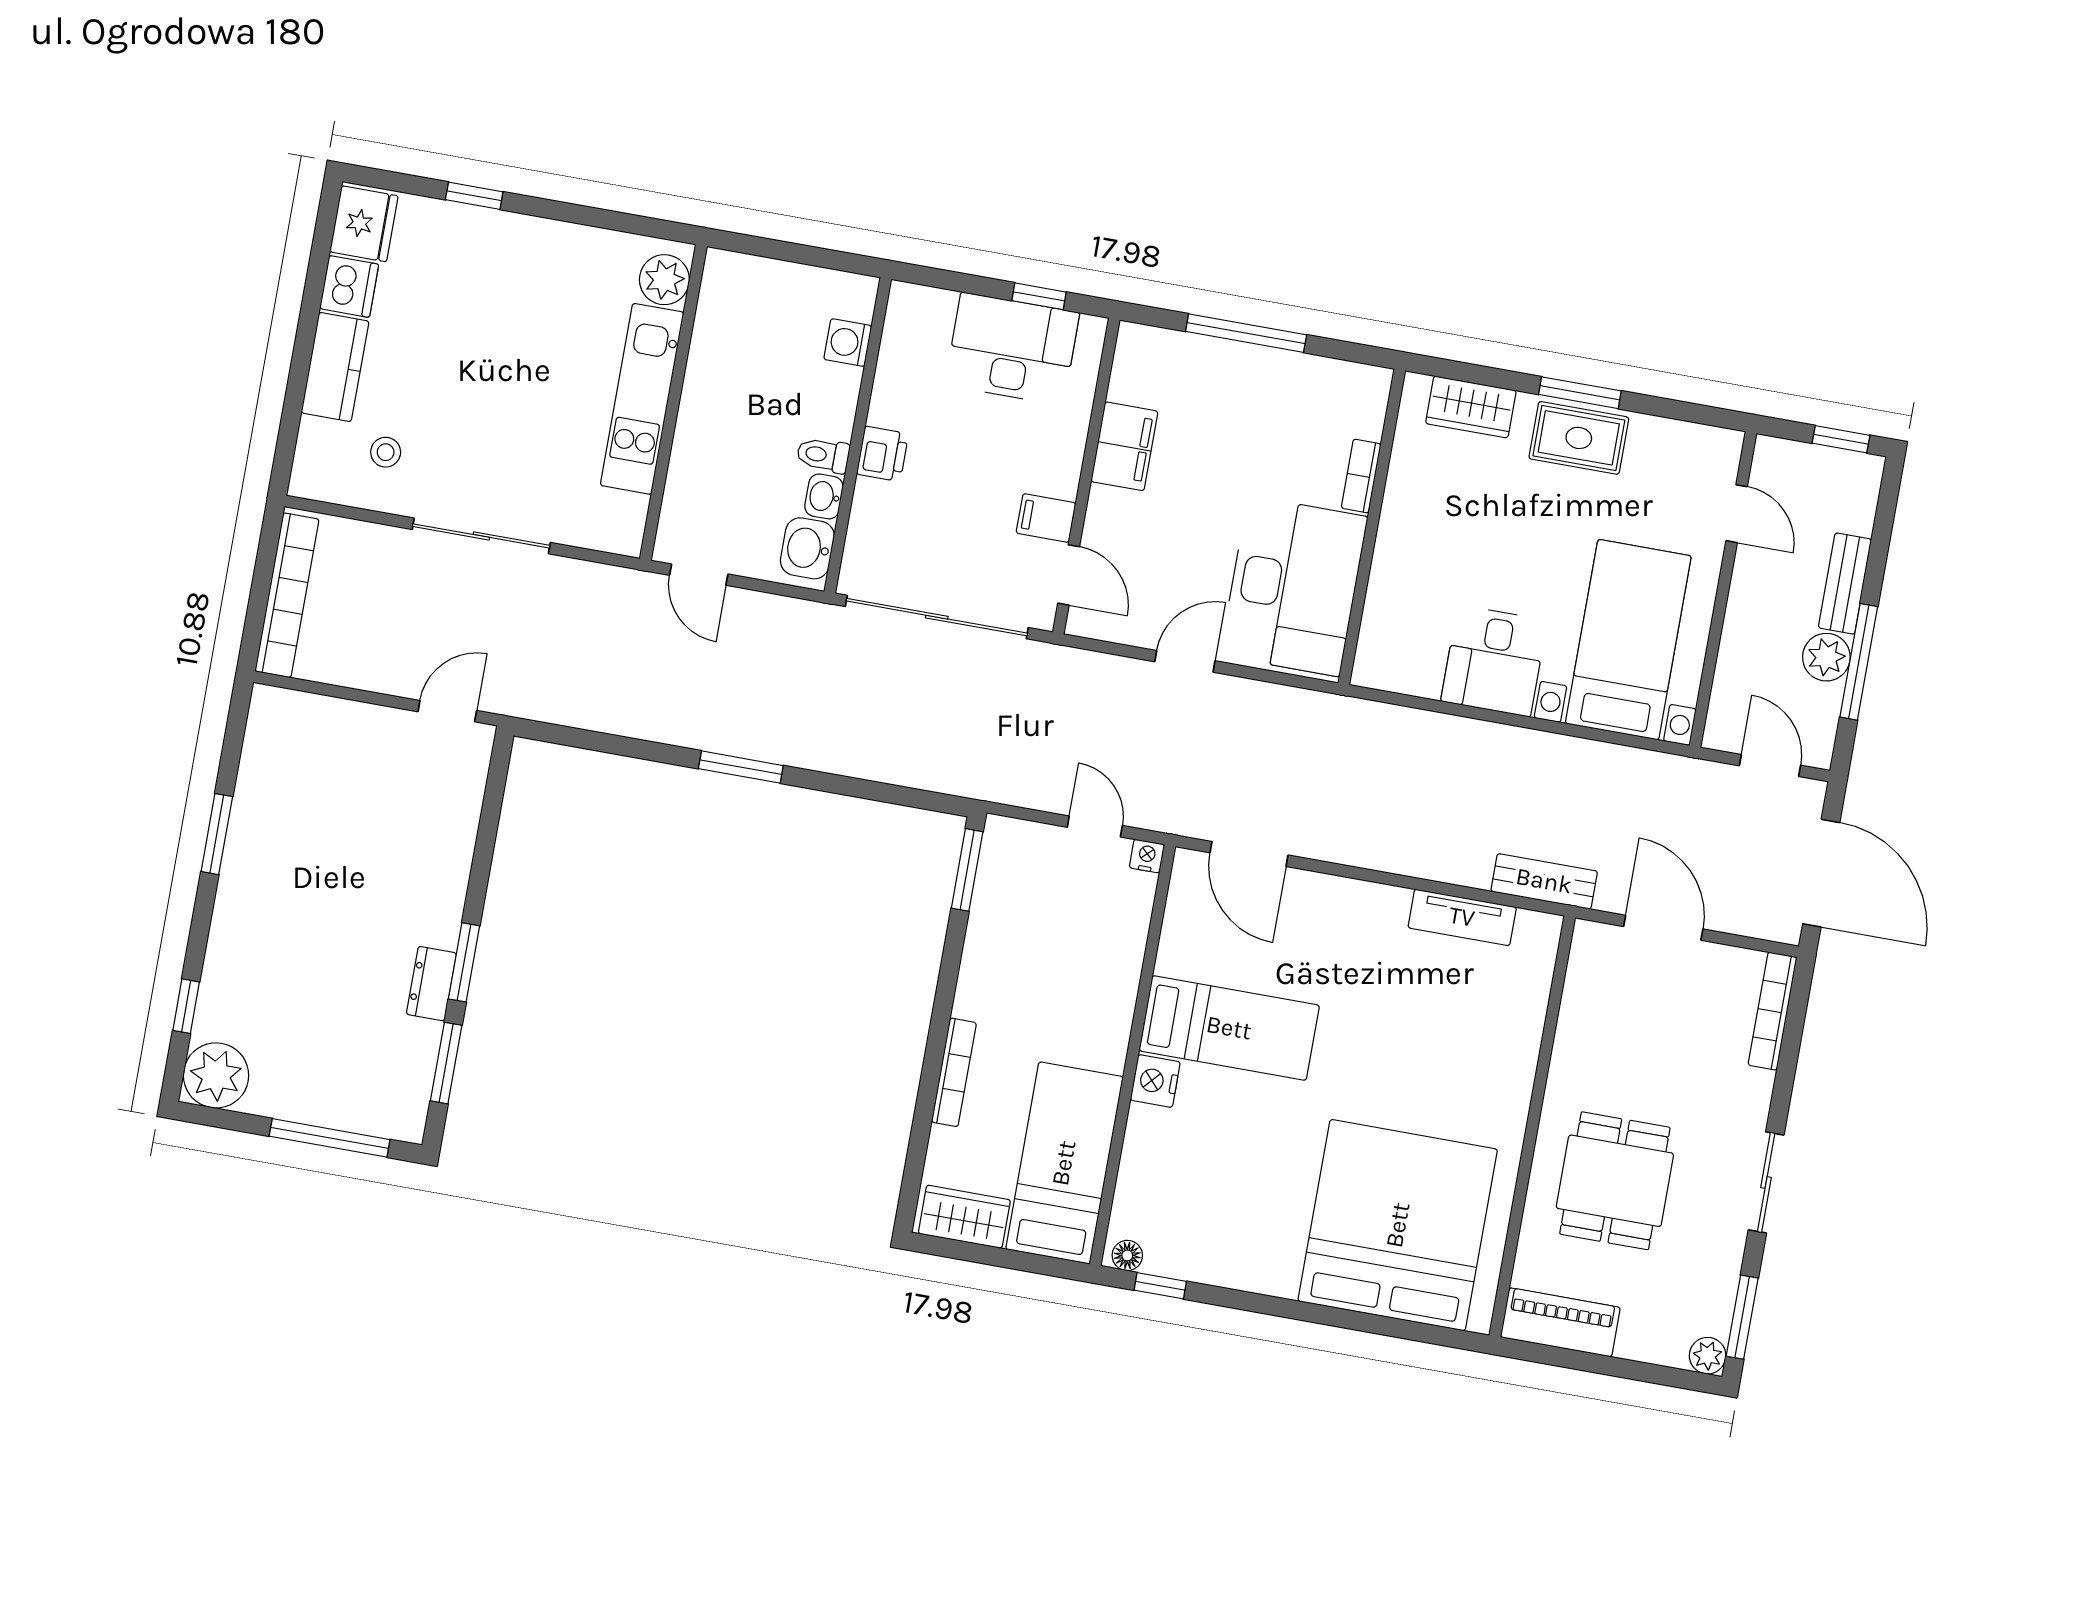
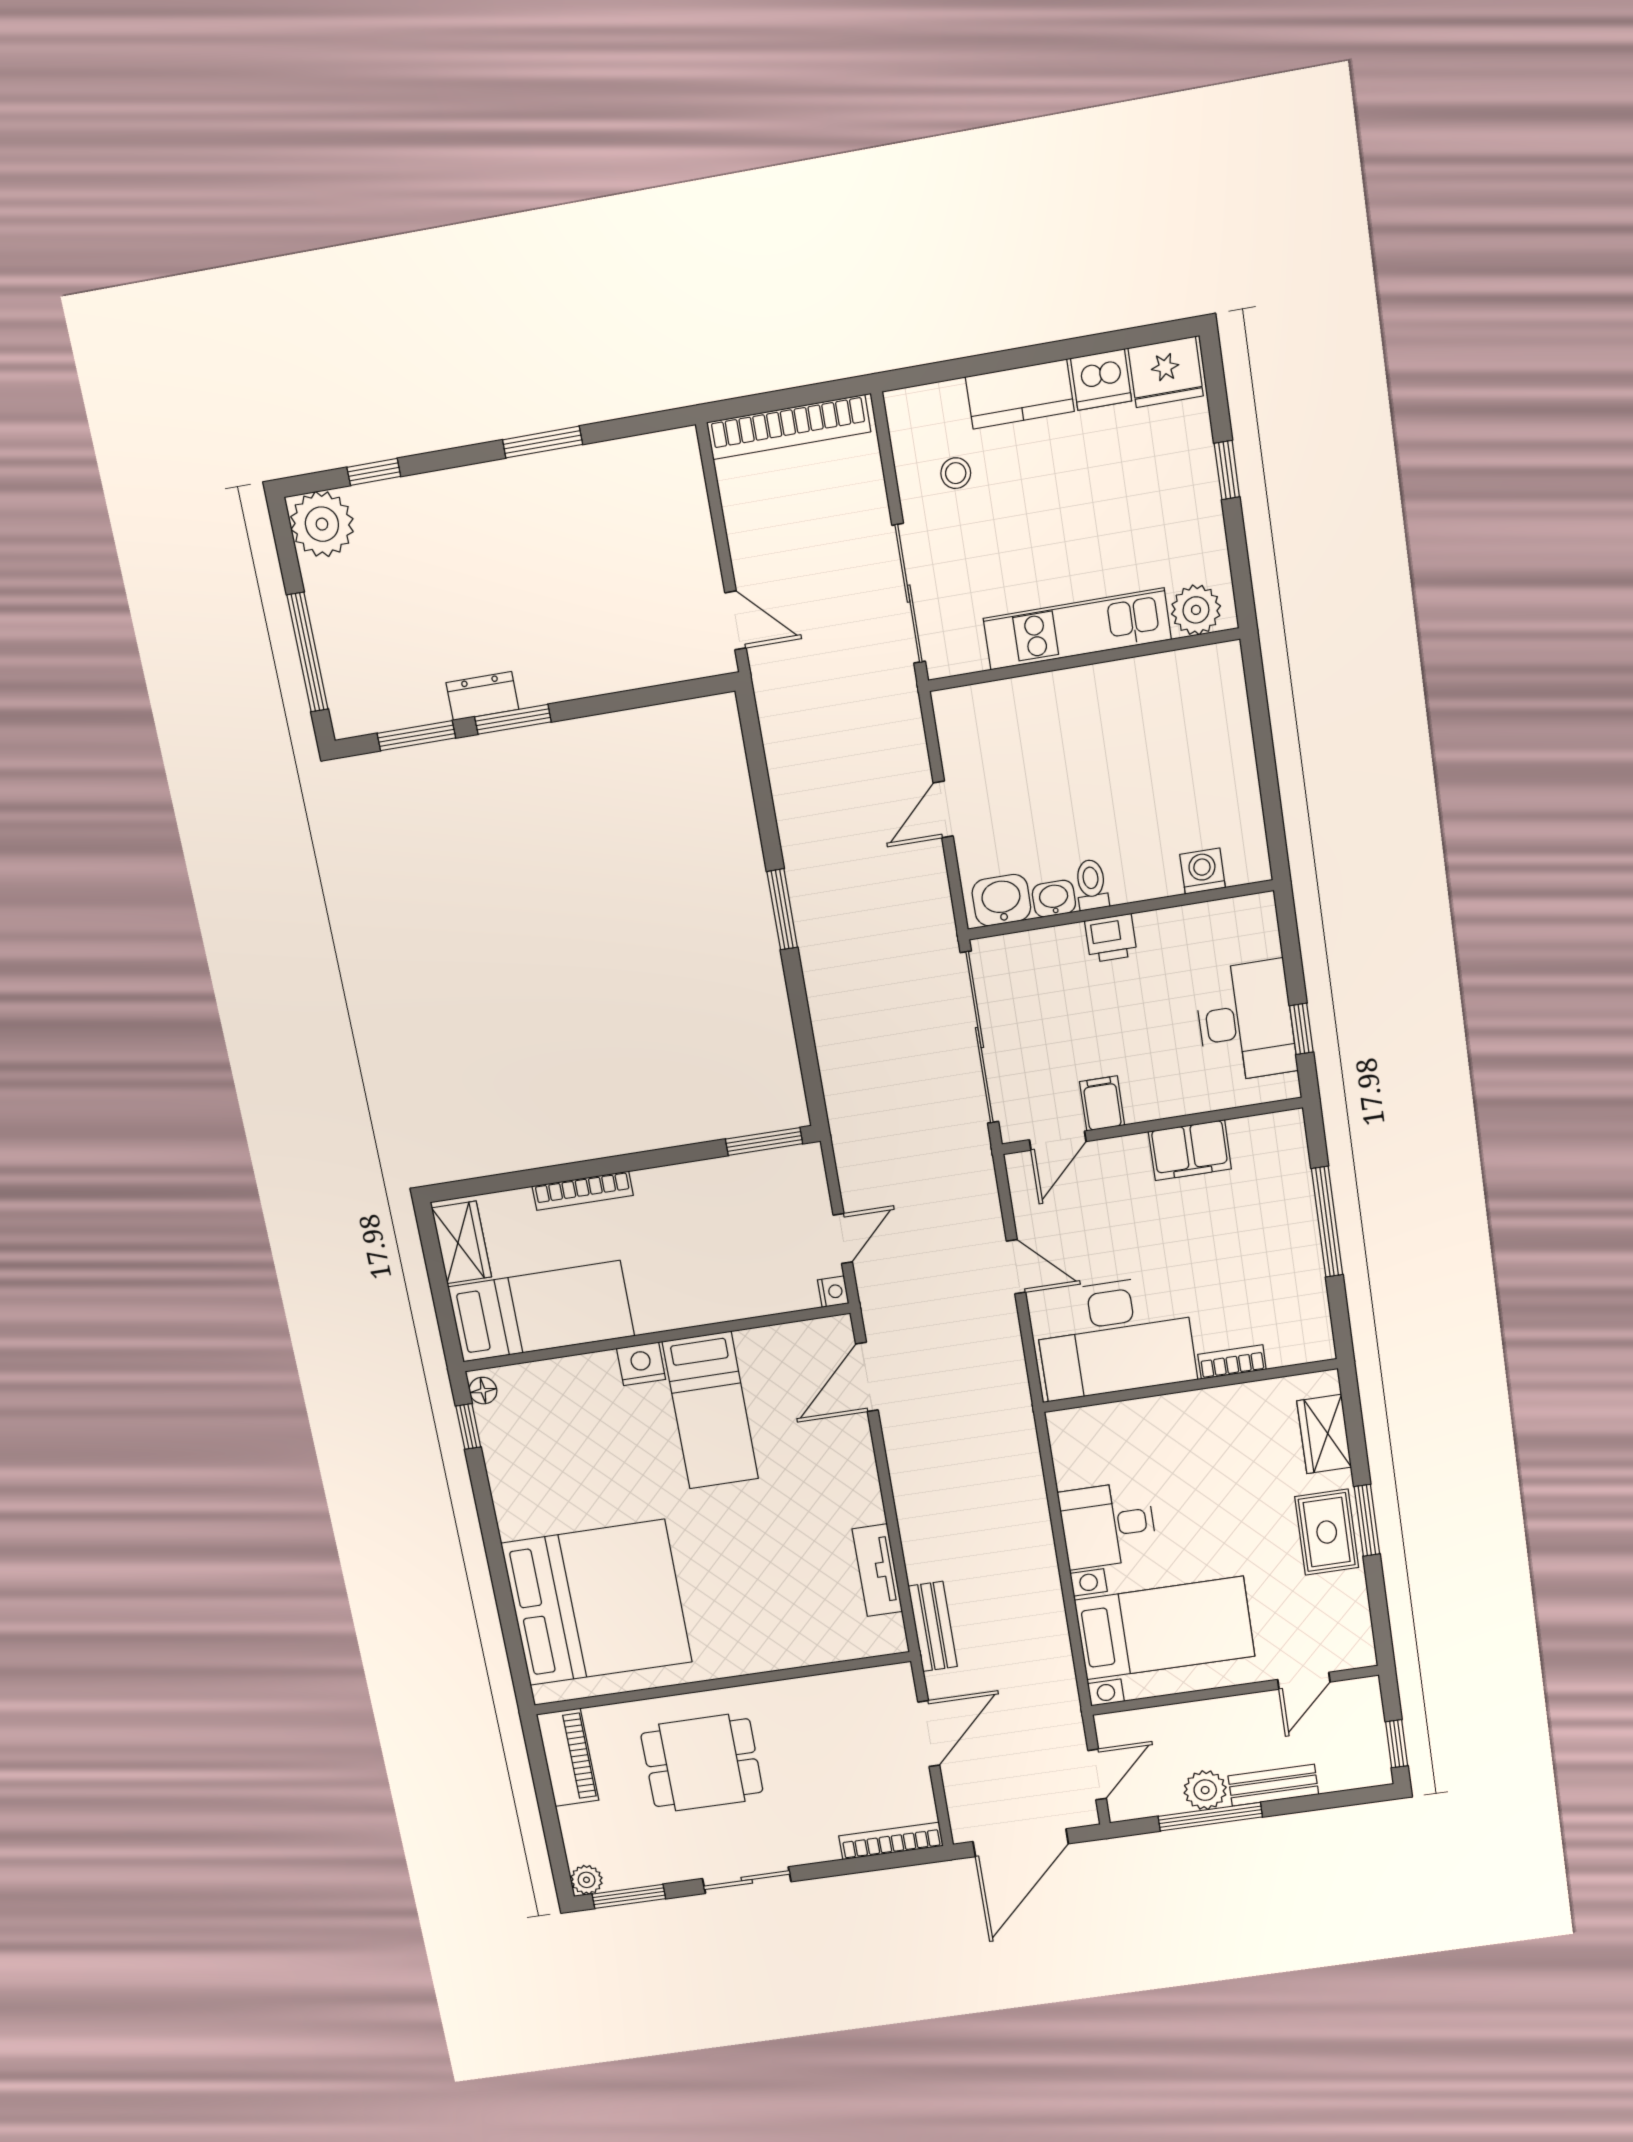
plant: (664, 280) -> (1196, 610), moved
kitchen unit: (642, 399) -> (1077, 629), moved
wall: (673, 402) -> (1084, 660), moved

